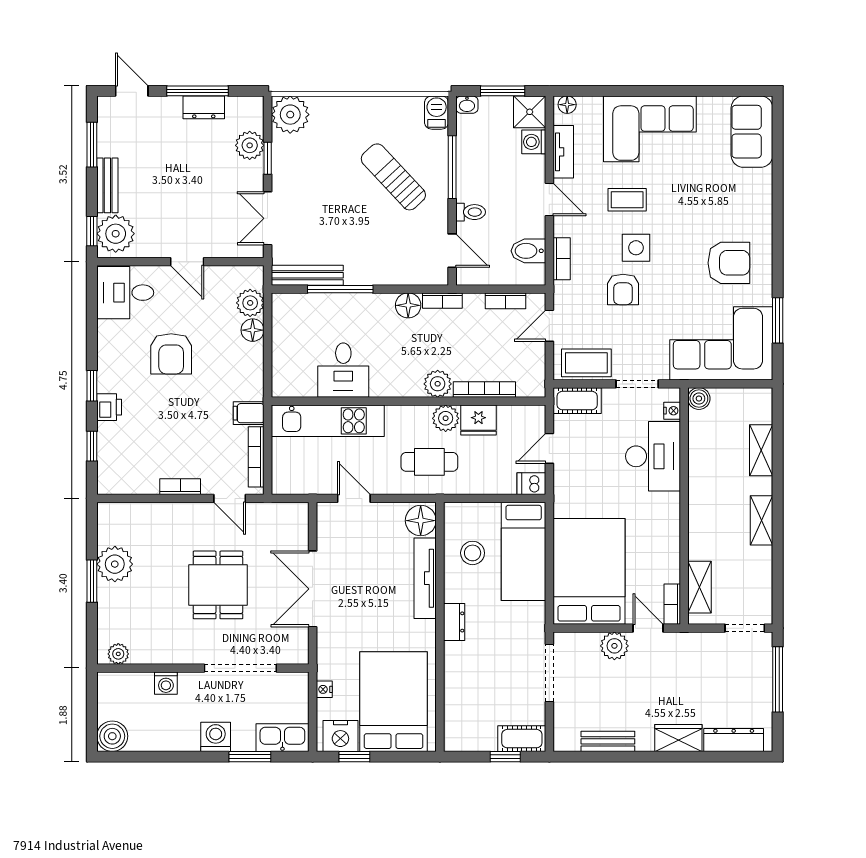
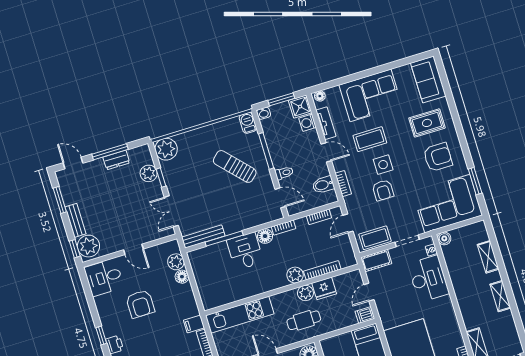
coffee table: (627, 200) -> (370, 139), width x1.36, depth x1.30
rug: (728, 202) -> (427, 123), added
desk: (343, 370) -> (245, 251), moved, turned 180

